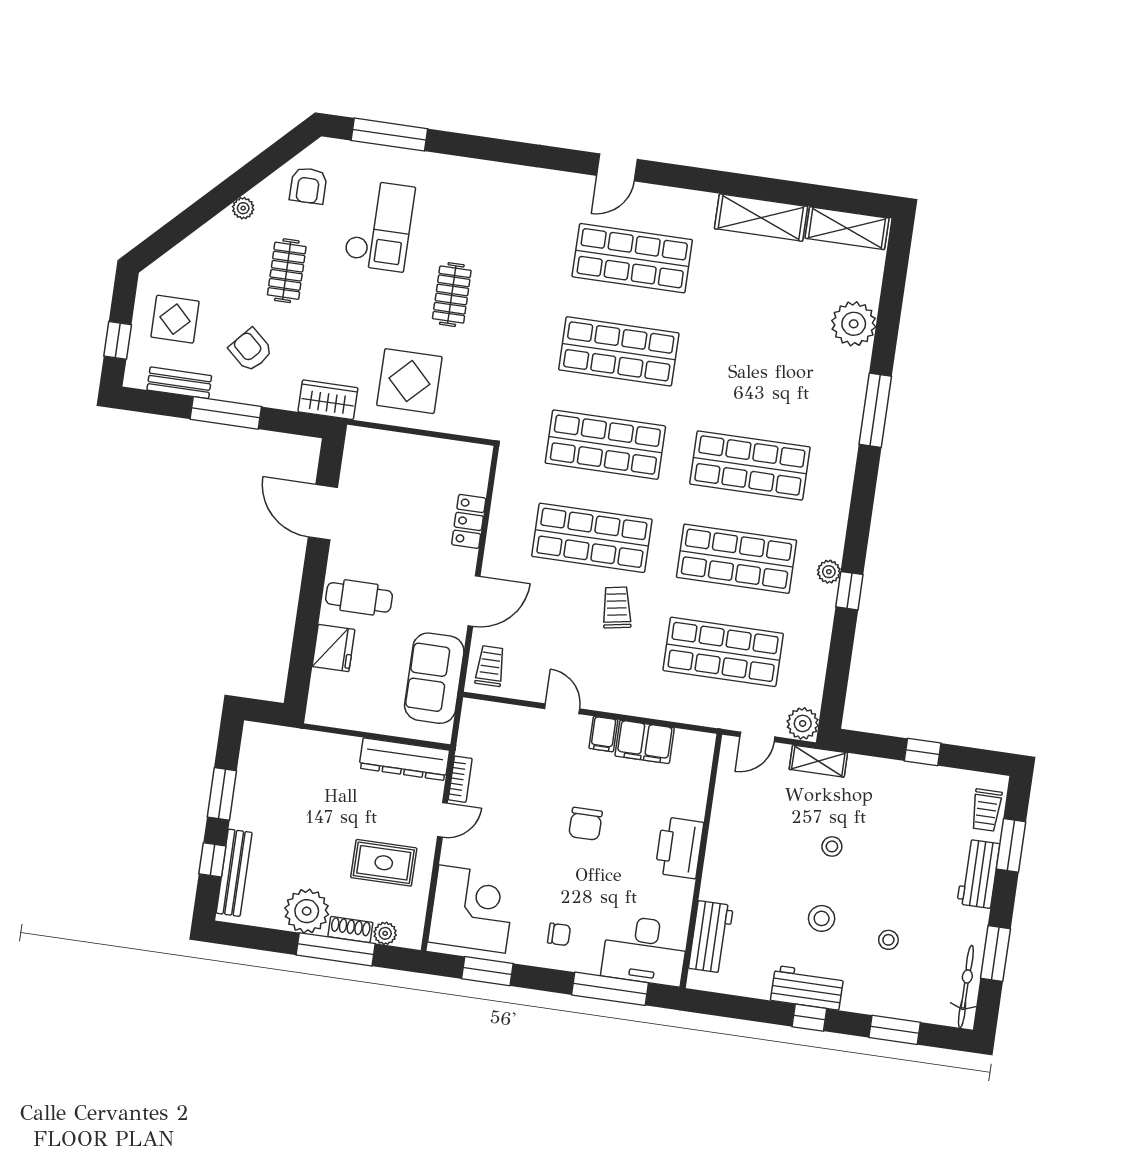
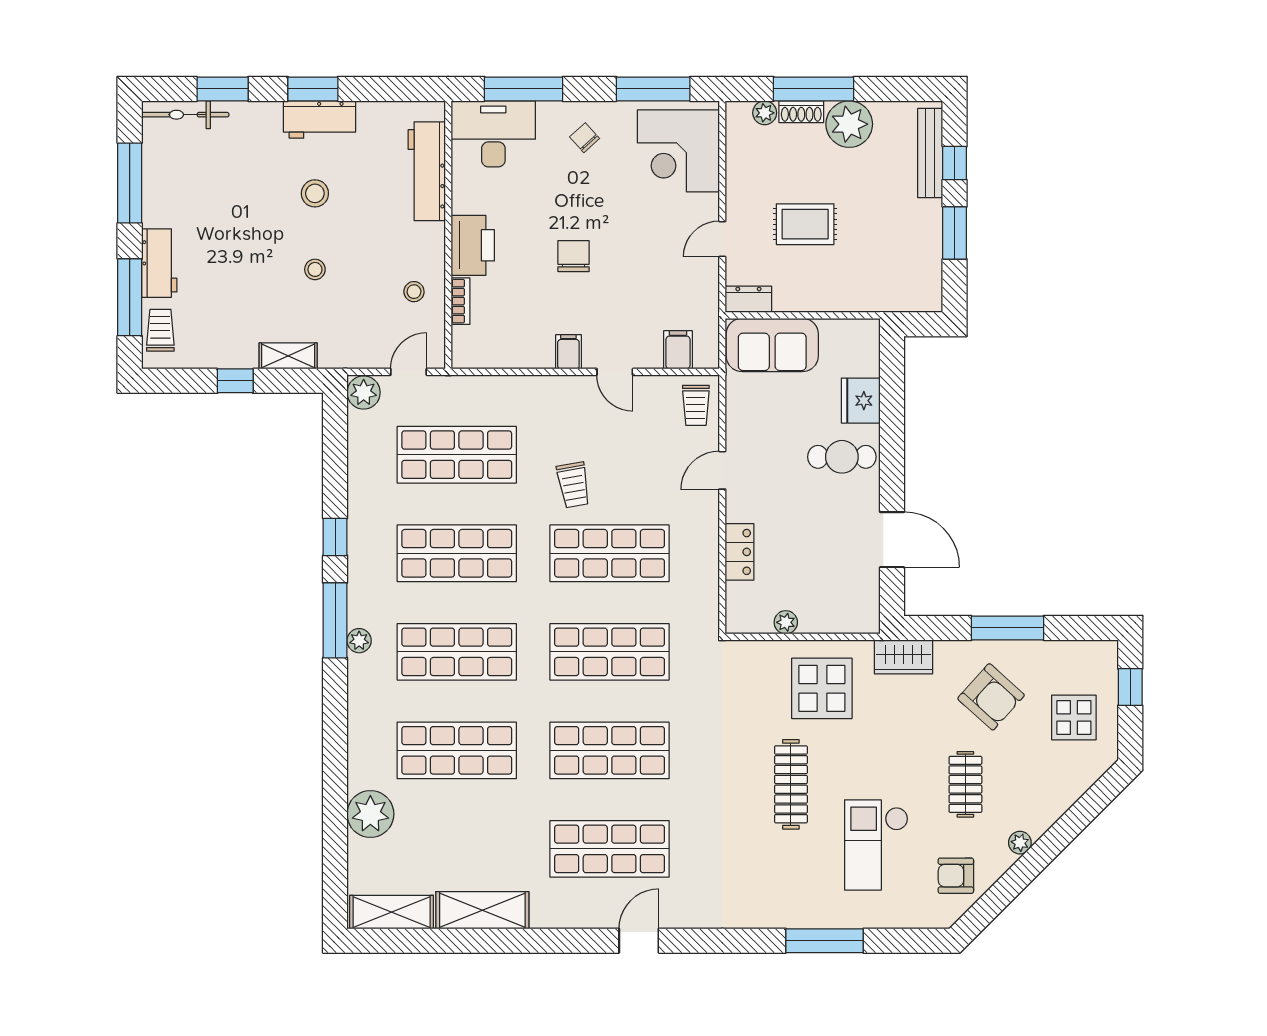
window: (389, 135) -> (824, 941), moved
armchair: (308, 186) -> (956, 876), turned -90
clothes rail: (452, 295) -> (791, 784), width x1.36
armchair: (251, 350) -> (991, 697), width x1.38, depth x1.38
shop shelf: (763, 372) -> (457, 750), added
bench: (179, 383) -> (1060, 652), removed
window: (875, 410) -> (335, 620), moved
plant: (435, 449) -> (786, 622), added
plant: (829, 572) -> (359, 641), moved
door: (474, 601) -> (722, 470), width x0.73
sofa: (434, 678) -> (772, 345), moved, turned 90
filing cabinet: (645, 742) -> (678, 350), moved, width x0.50
dresser: (404, 759) -> (748, 299), width x0.51, depth x0.80
shelving: (818, 761) -> (288, 356), moved
bookcase: (460, 779) -> (461, 301), moved, turned 180
window: (1011, 845) -> (130, 297), width x1.44
rug: (384, 863) -> (805, 224), moved
chair: (559, 934) -> (585, 138), turned 48
workbench: (711, 937) -> (427, 171), width x1.38
stool: (888, 940) -> (414, 292), moved
window: (995, 953) -> (130, 183), width x1.44
window: (487, 971) -> (653, 89), width x1.44
bicycle: (966, 986) -> (185, 115), moved, turned 90
window: (809, 1018) -> (313, 89), width x1.50

